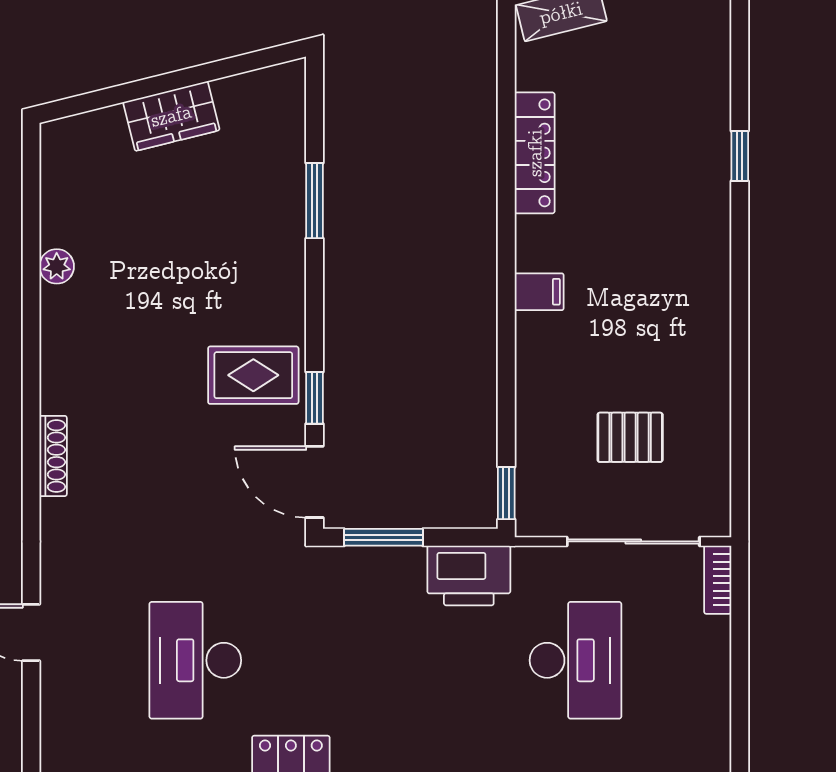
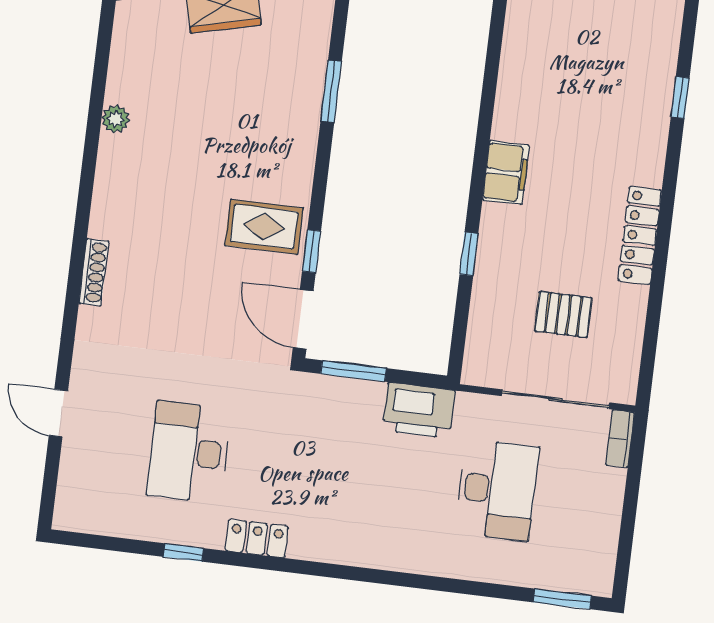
locker: (535, 153) -> (640, 235), moved, turned 180
filing cabinet: (539, 292) -> (506, 173), width x2.00
window: (506, 493) -> (469, 254), moved

